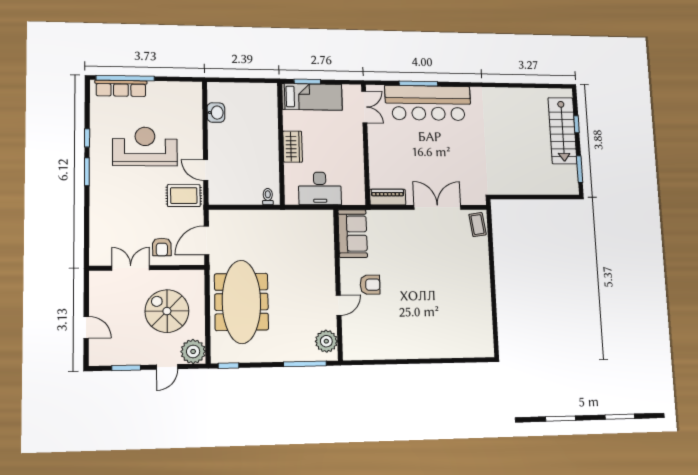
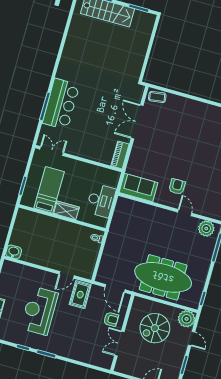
bed: (312, 97) -> (49, 190), moved
bar counter: (428, 103) -> (61, 104), width x0.73
washbasin: (216, 113) -> (14, 252), moved

